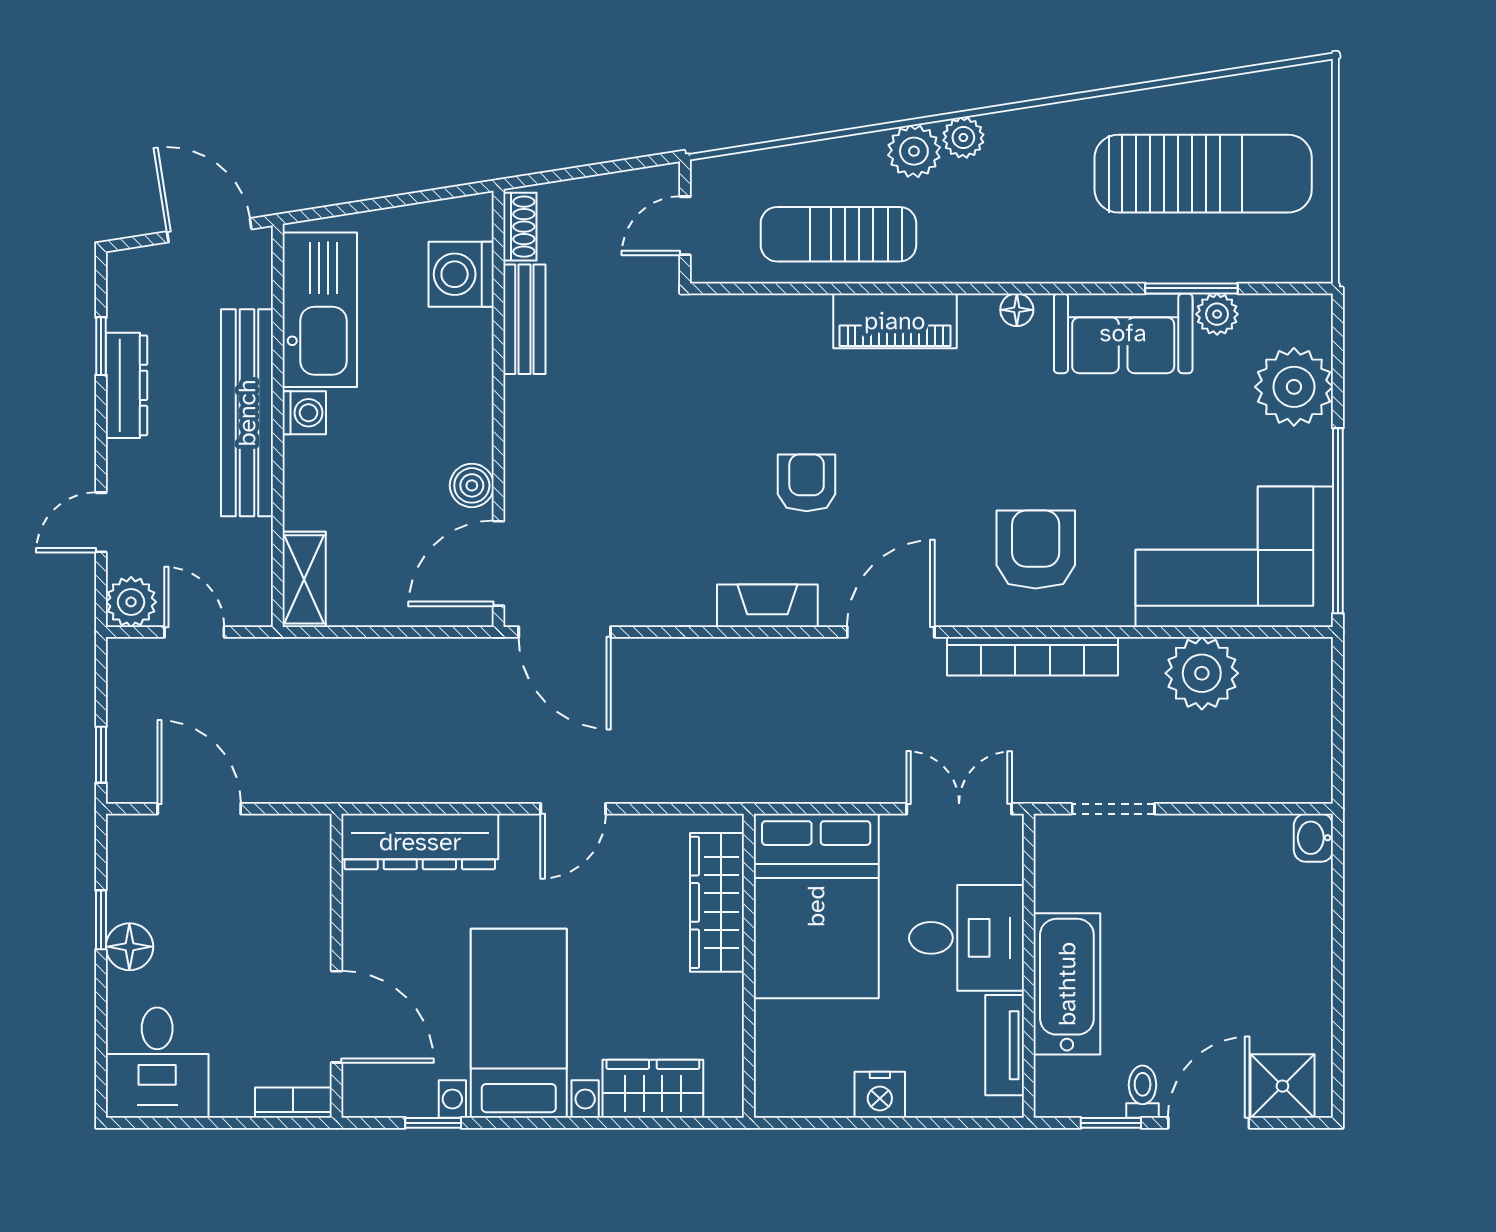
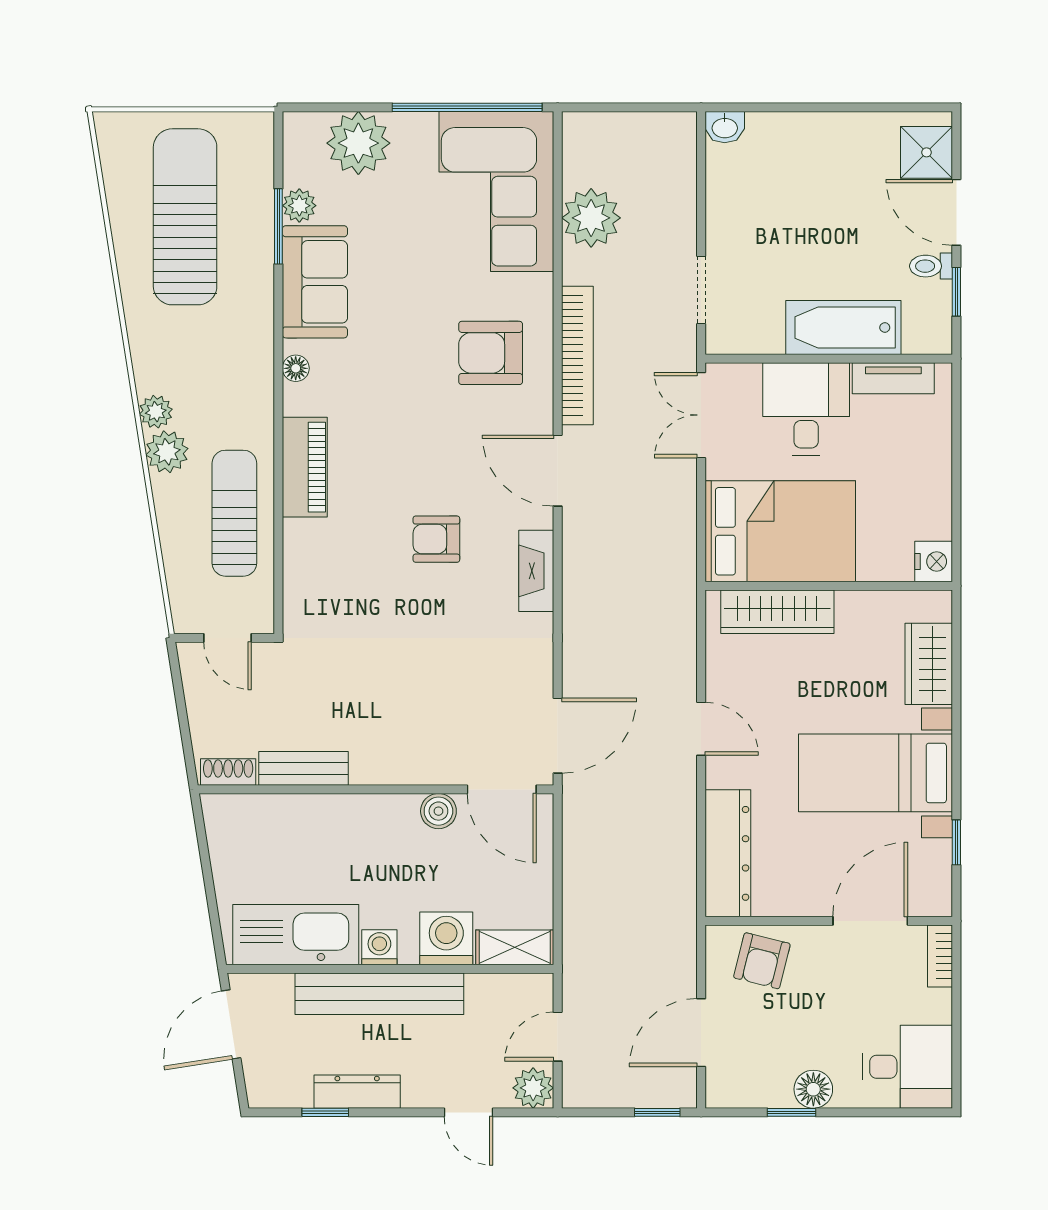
sun lounger: (838, 234) -> (234, 513), turned 180
washing machine: (461, 274) -> (446, 938), moved, turned 180
armchair: (288, 884) -> (762, 961), added
nightstand: (880, 1095) -> (934, 562), moved

